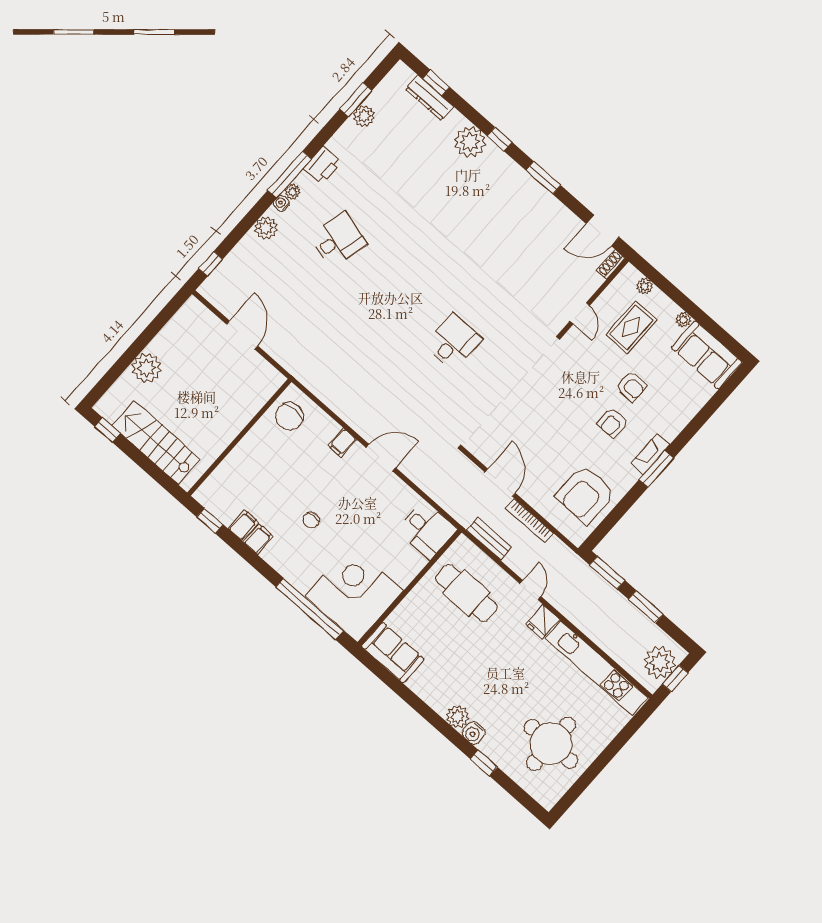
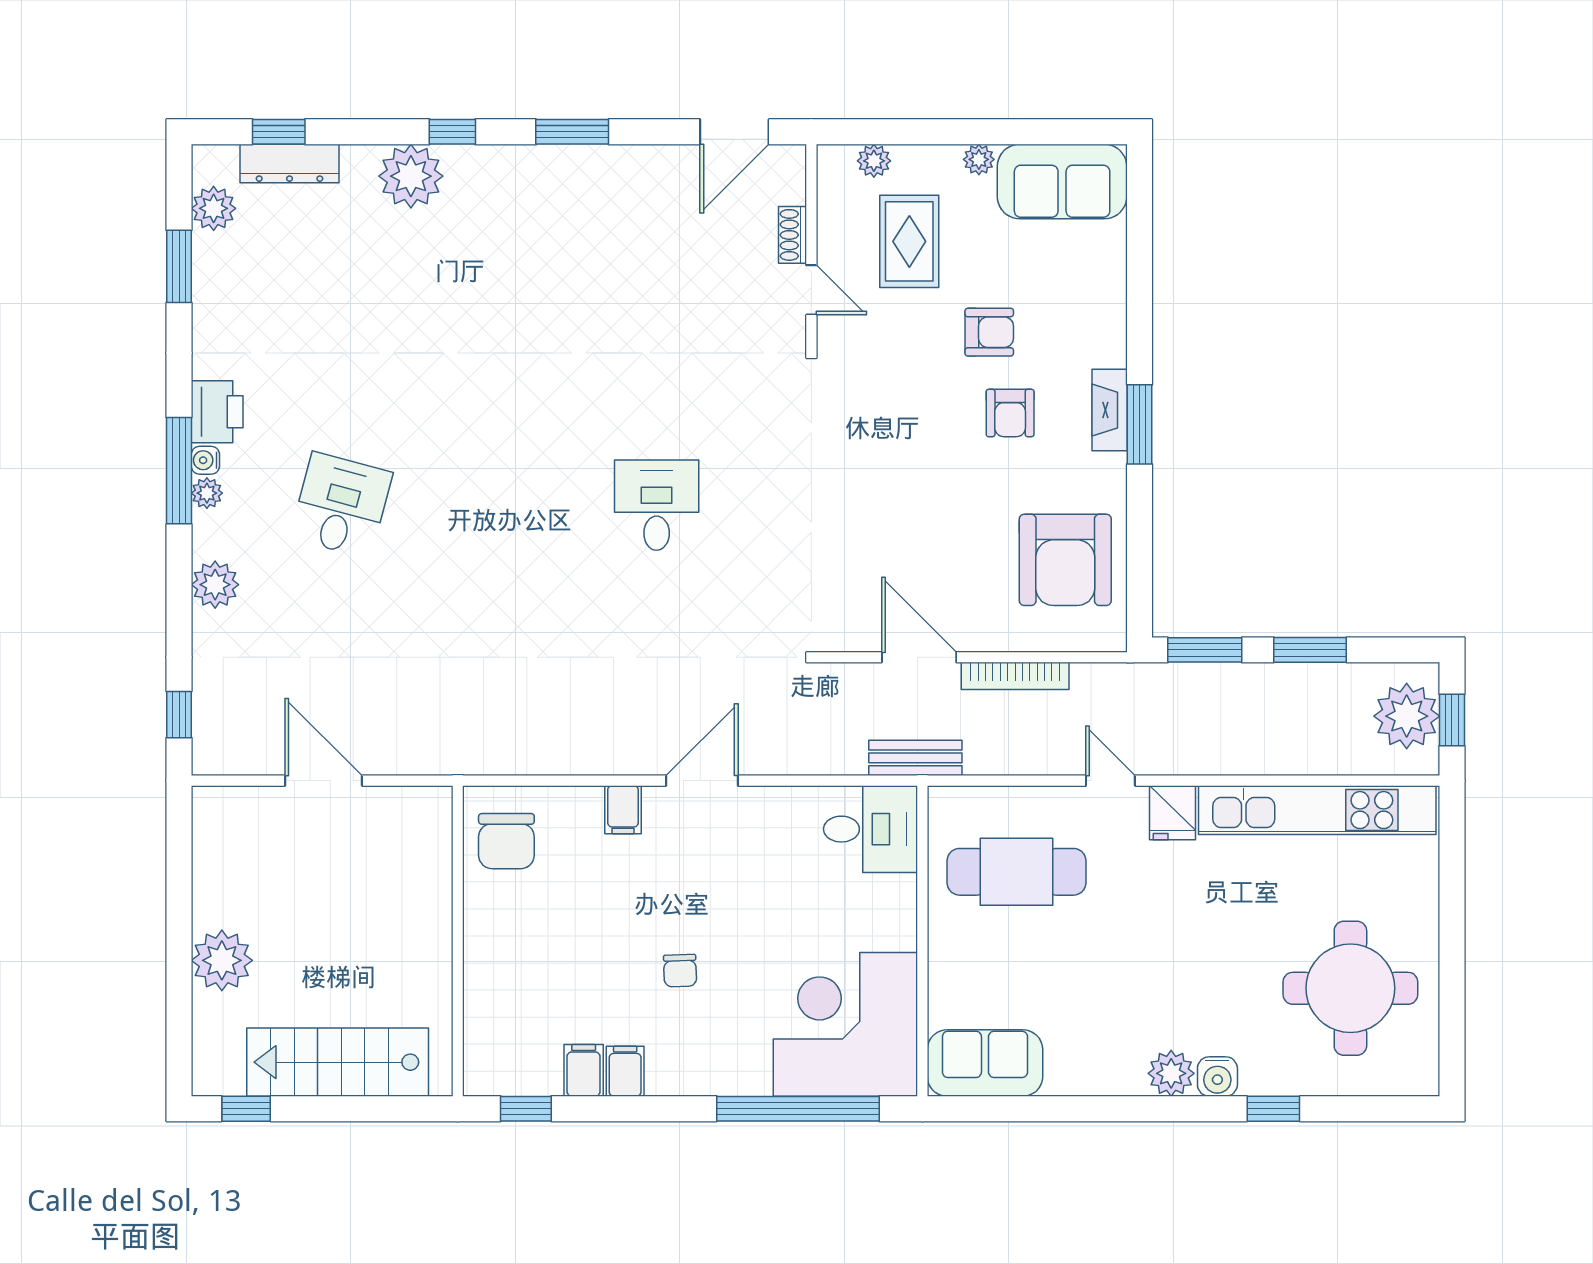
plant: (364, 116) -> (214, 208), moved
water cooler: (281, 203) -> (205, 460), moved
shoe rack: (611, 264) -> (793, 235), moved
bench: (489, 539) -> (915, 758), moved

